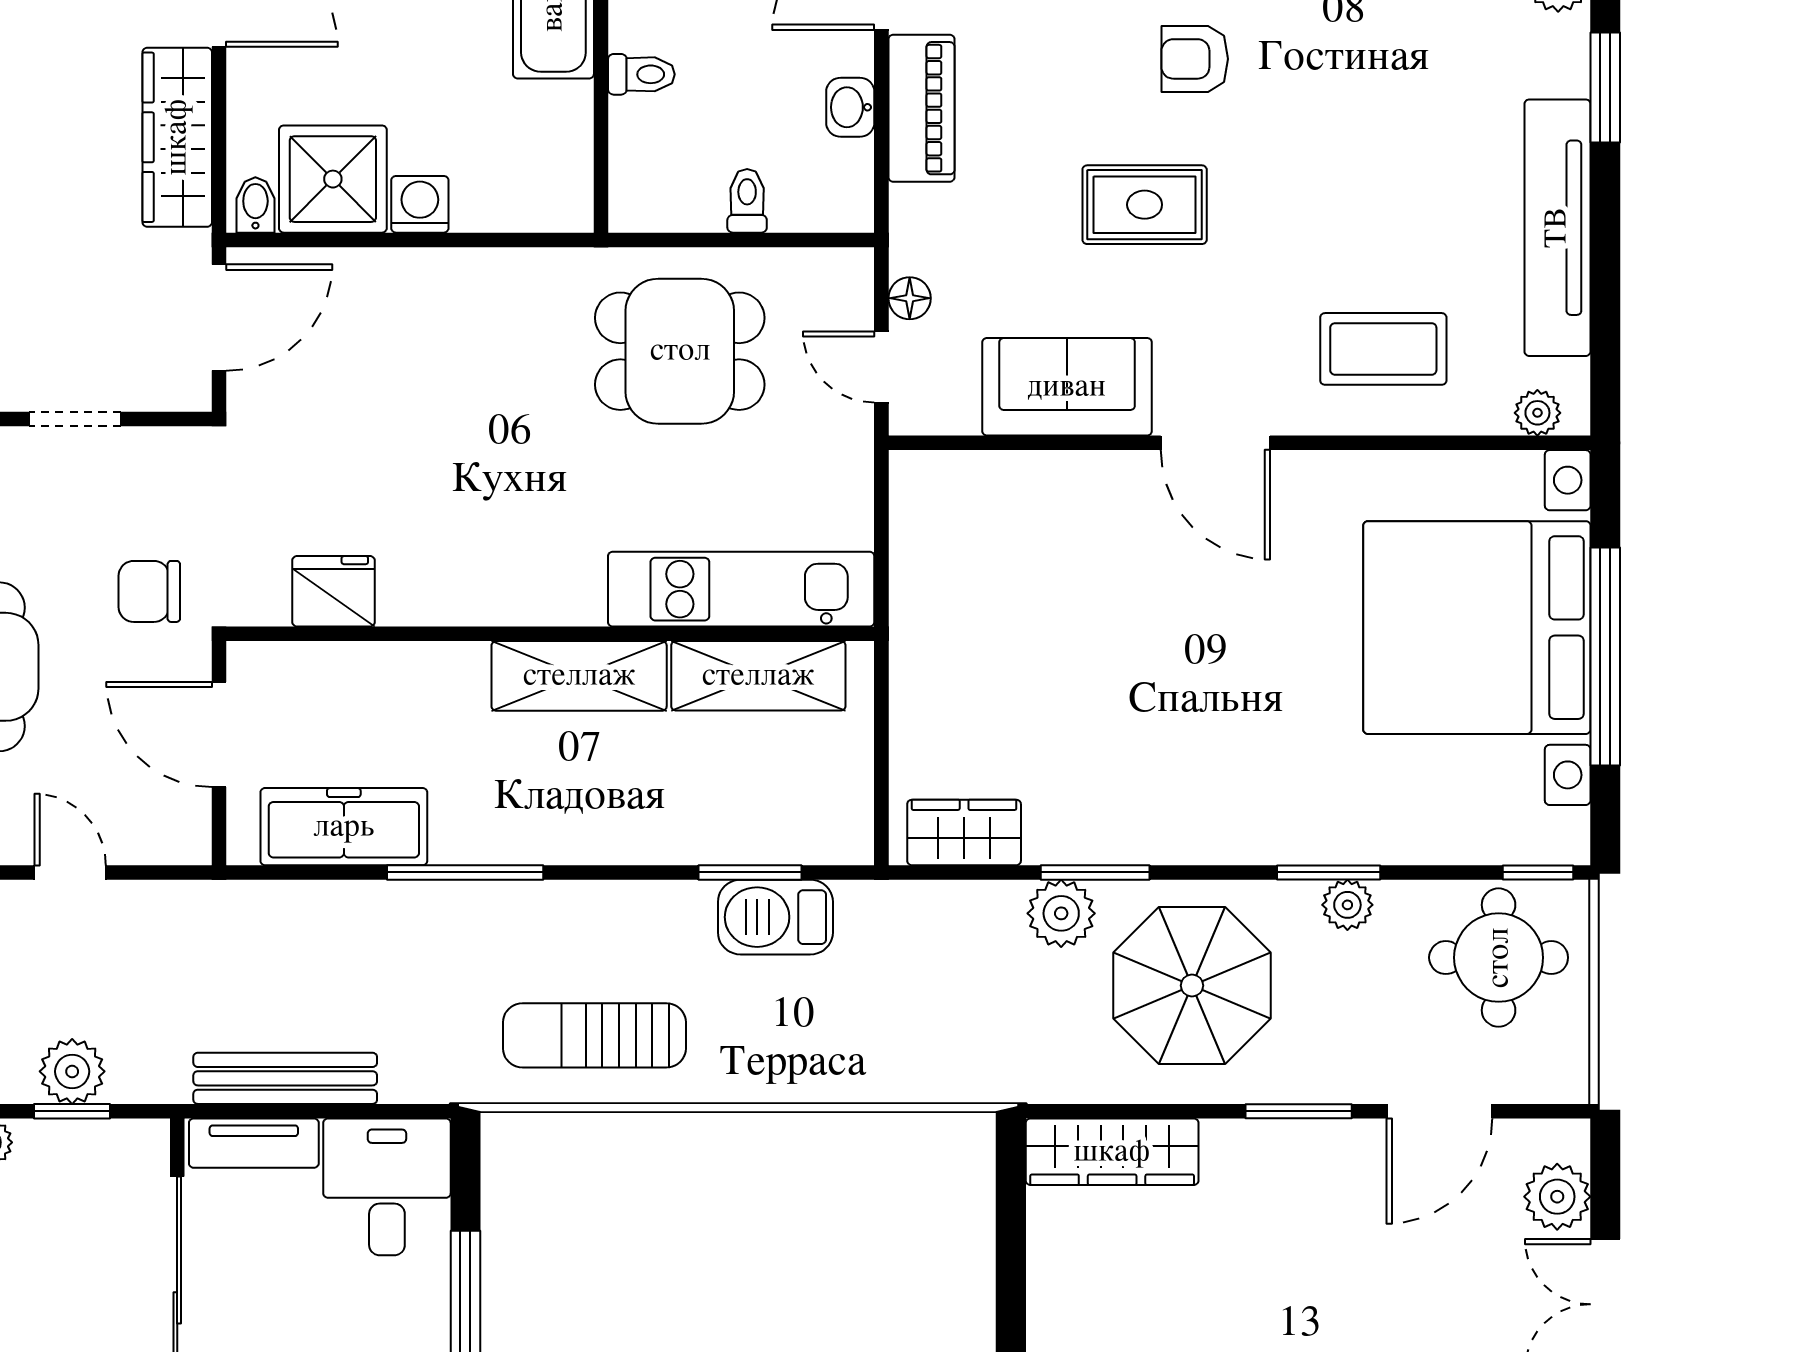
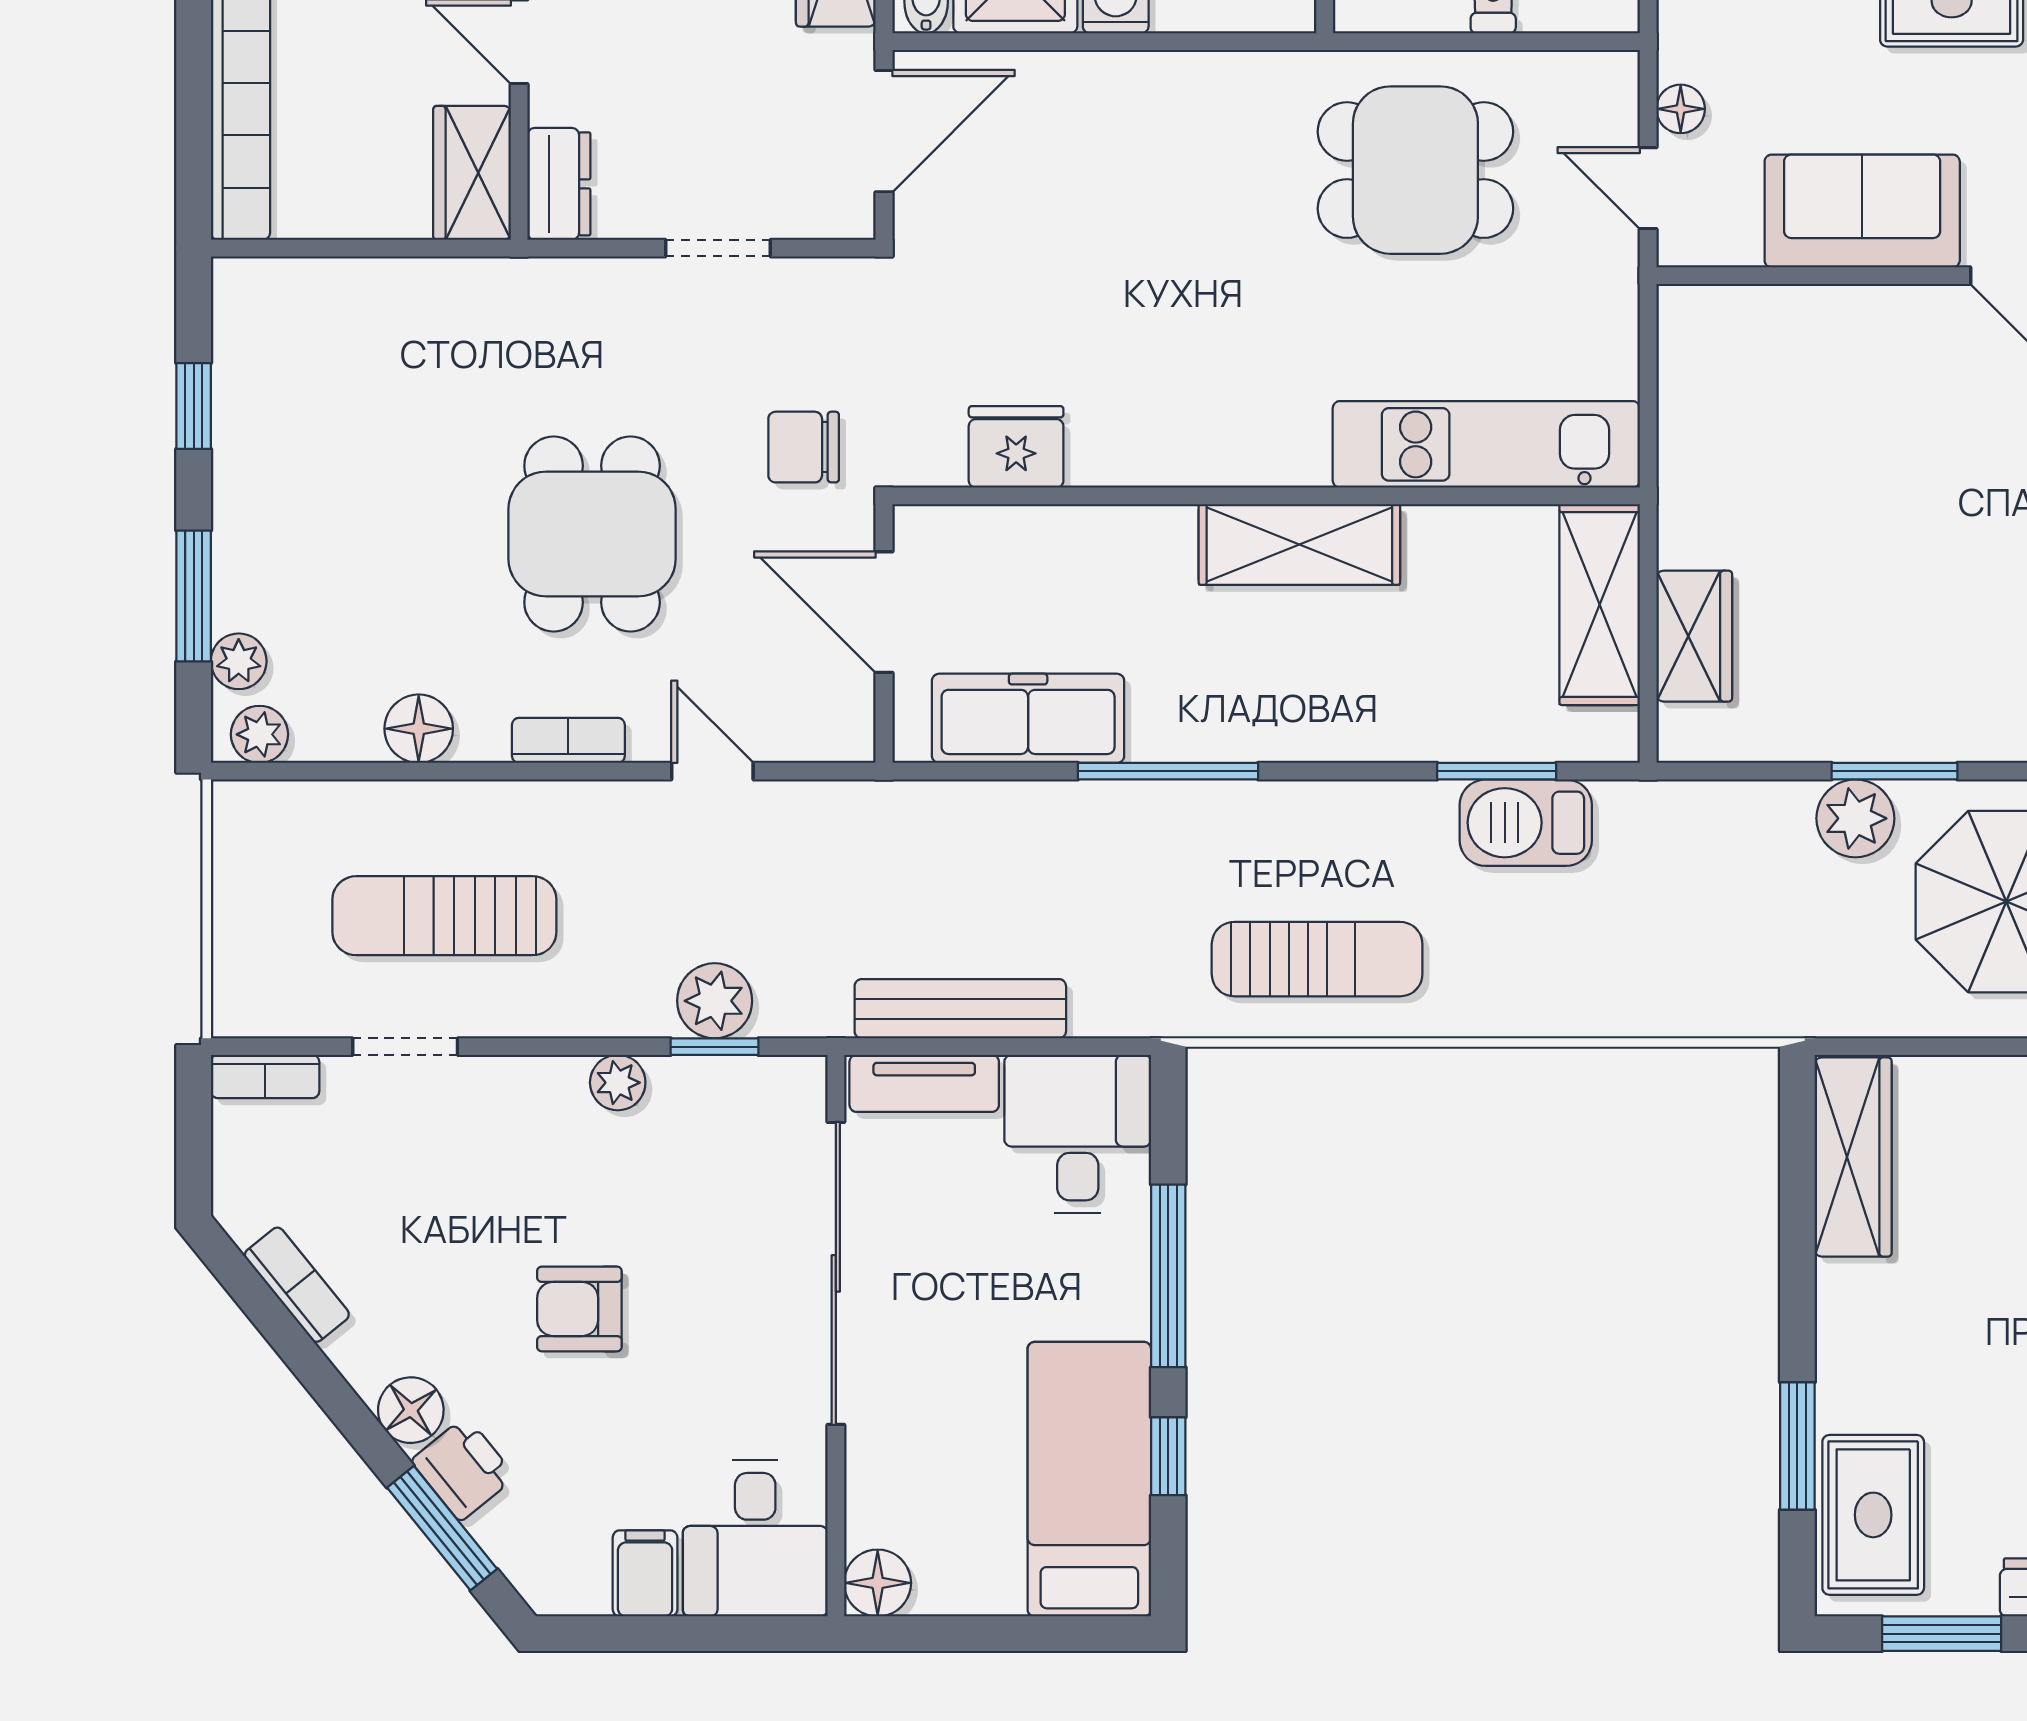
shelving: (758, 676) -> (1600, 605), moved, turned 90
wardrobe: (964, 832) -> (1694, 636), moved, turned 90
sun lounger: (594, 1035) -> (1317, 959), turned 180
wardrobe: (1112, 1152) -> (1853, 1157), moved, turned -90

